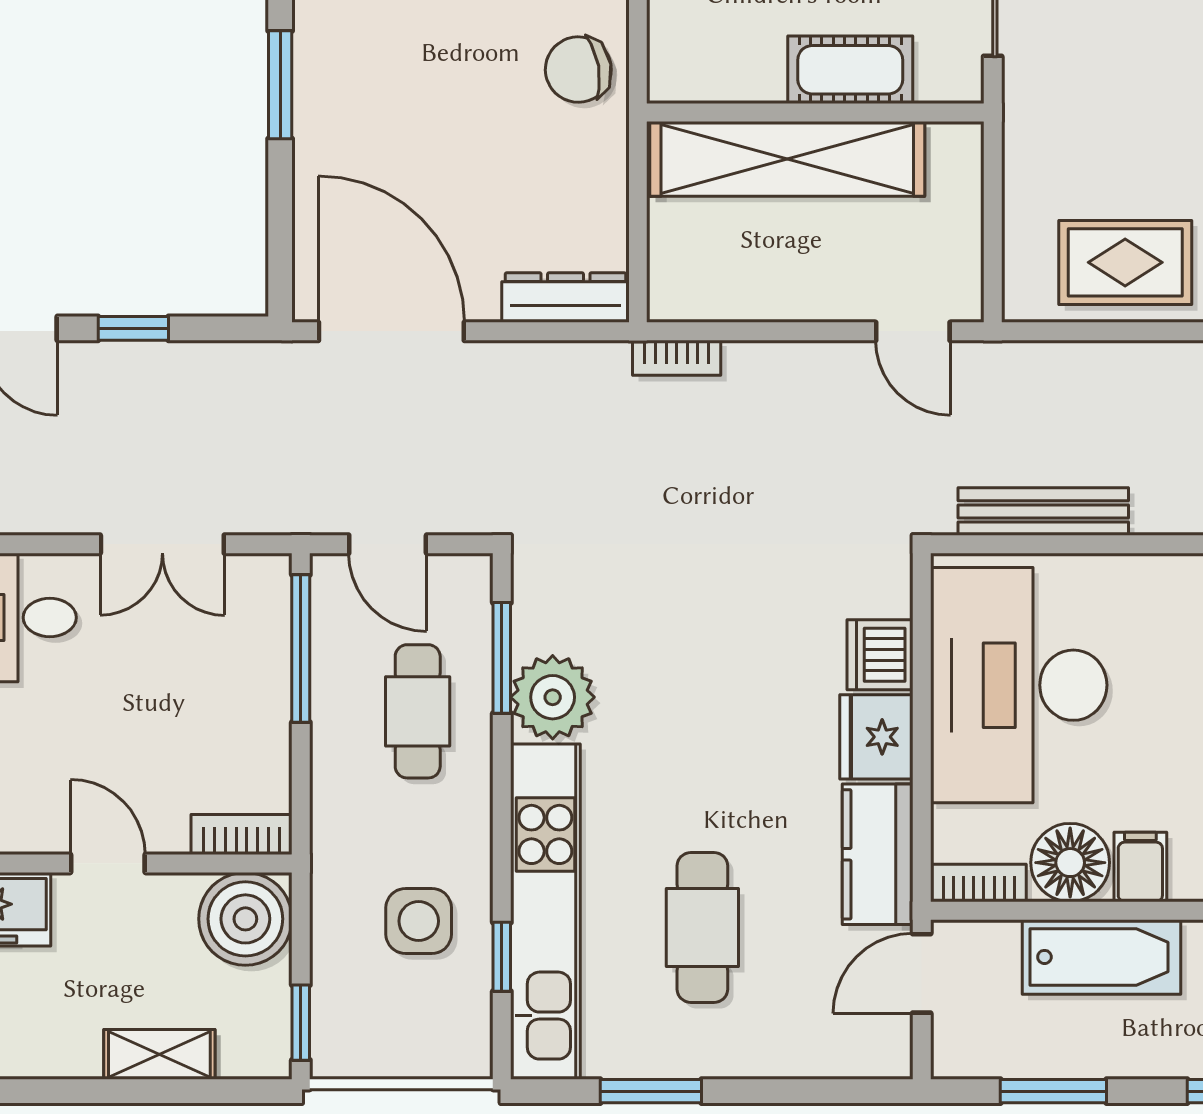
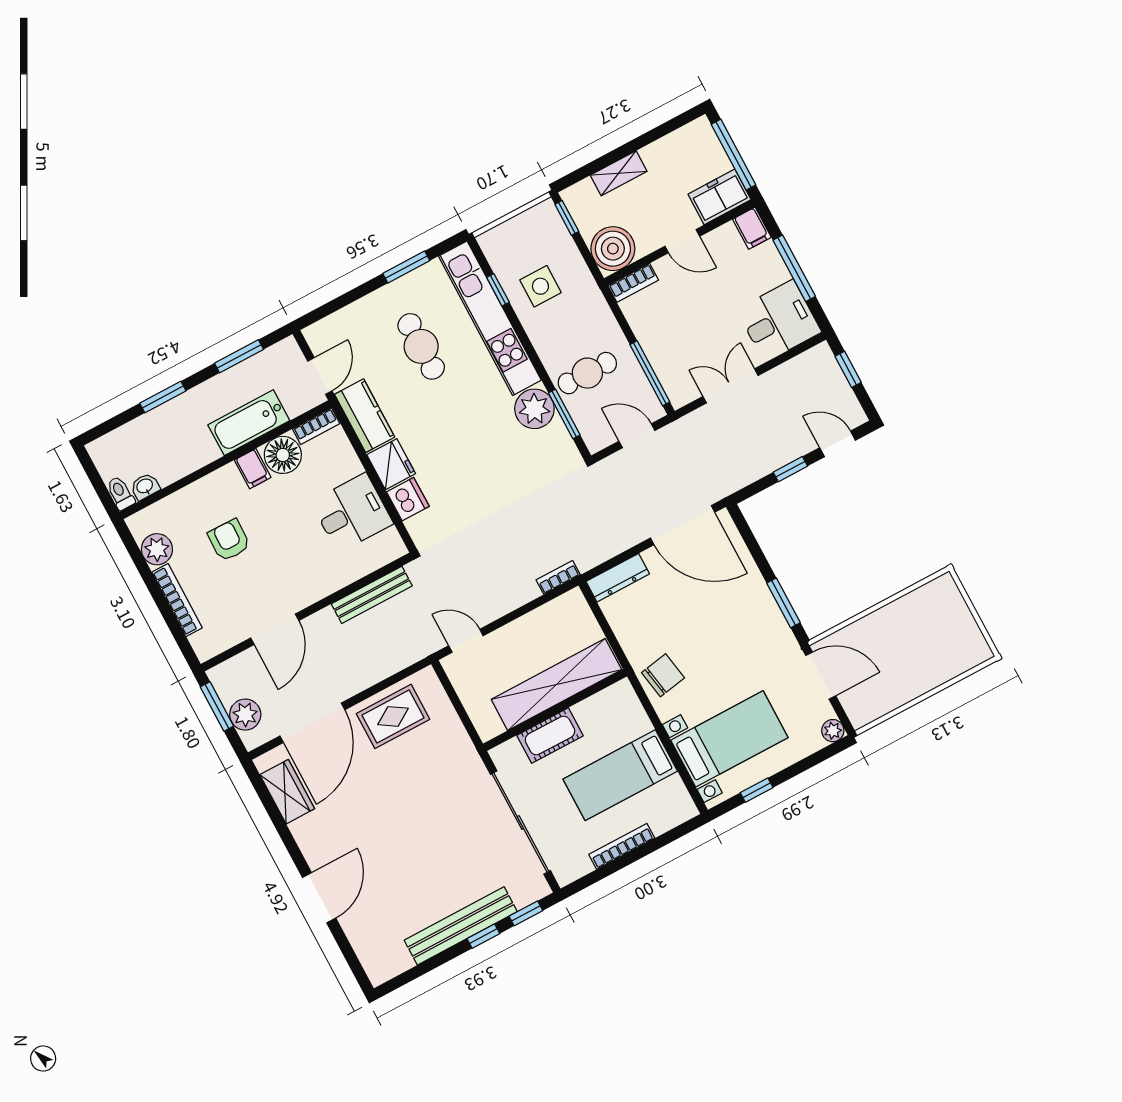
desk: (1019, 685) -> (352, 513), width x0.53, depth x0.77
cafe table: (418, 711) -> (587, 373), turned 90

